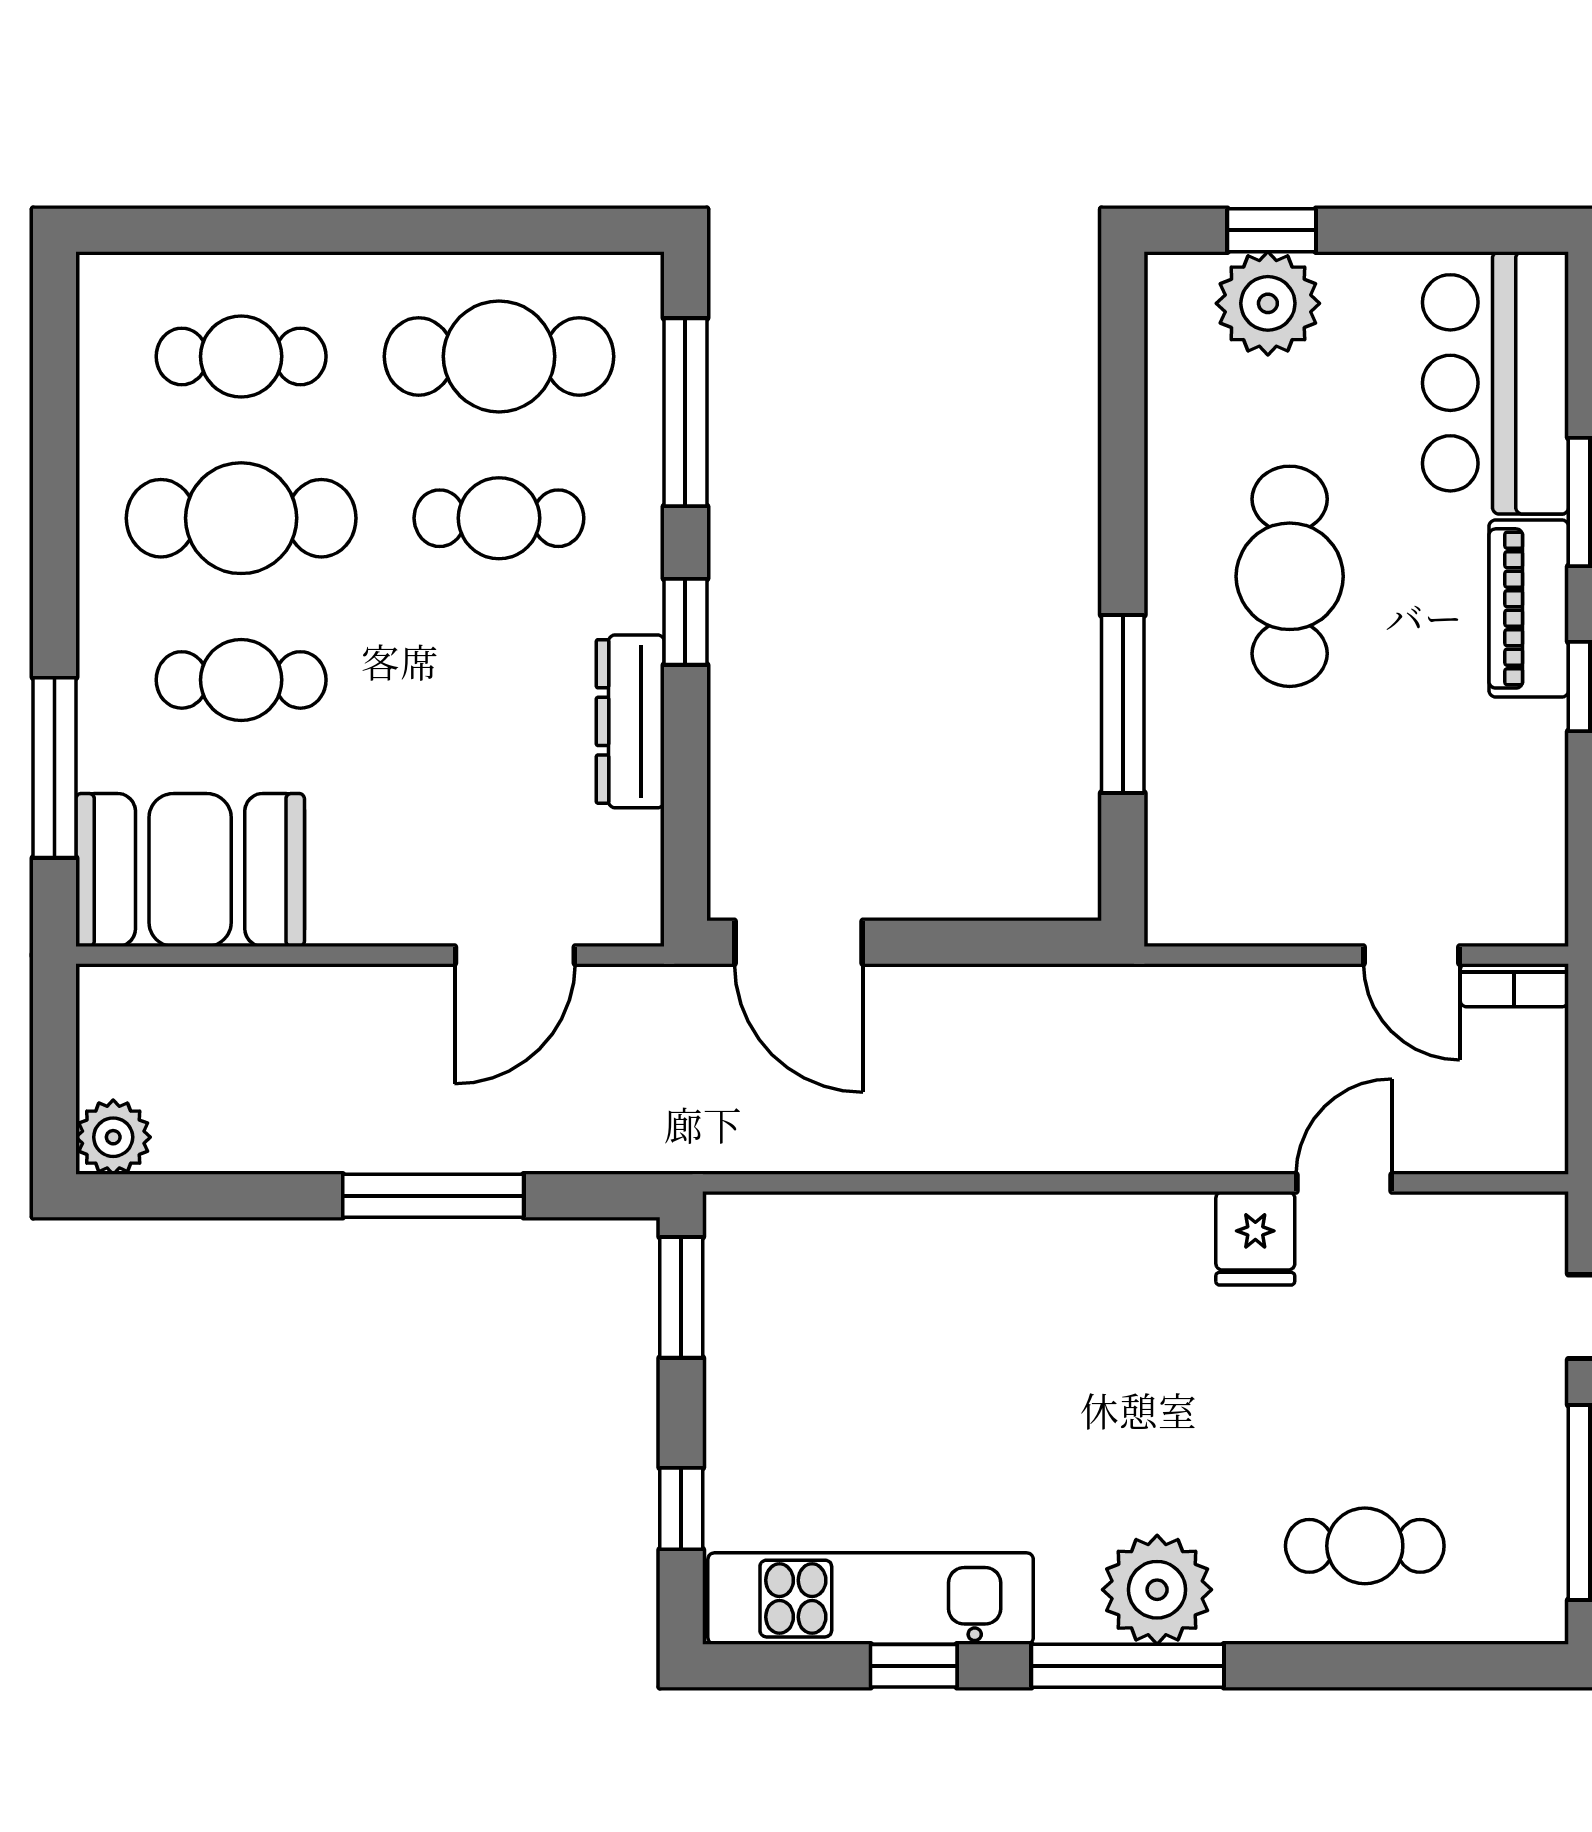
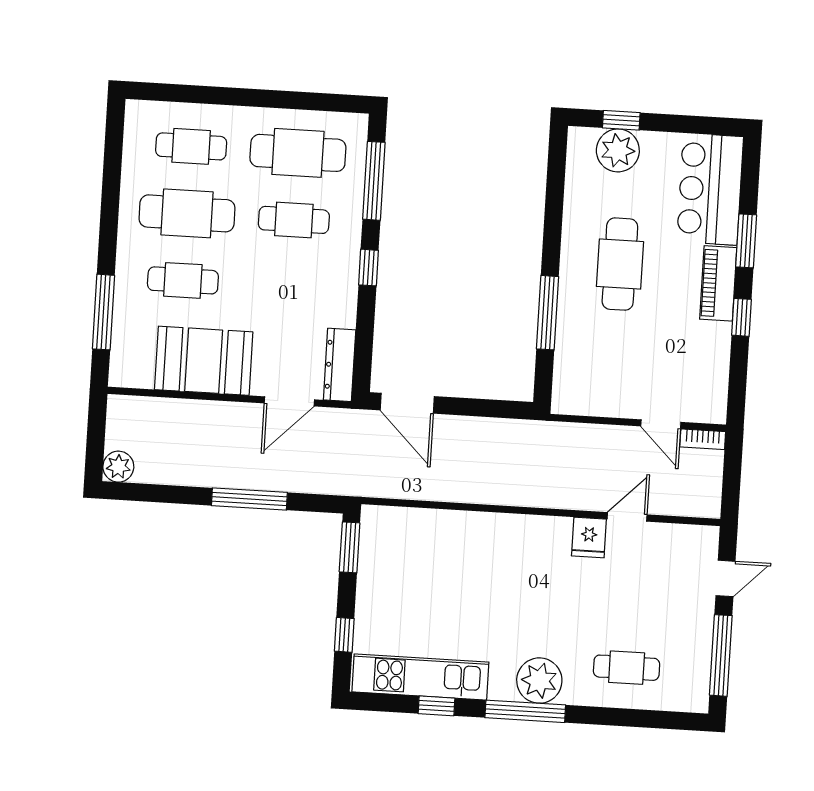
dresser: (630, 721) -> (340, 365), moved
booth: (190, 870) -> (204, 361), moved

